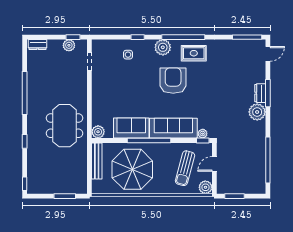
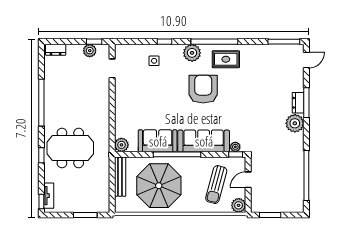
meeting table: (64, 126) -> (70, 148), moved, turned 90
tv unit: (31, 178) -> (49, 196), added

